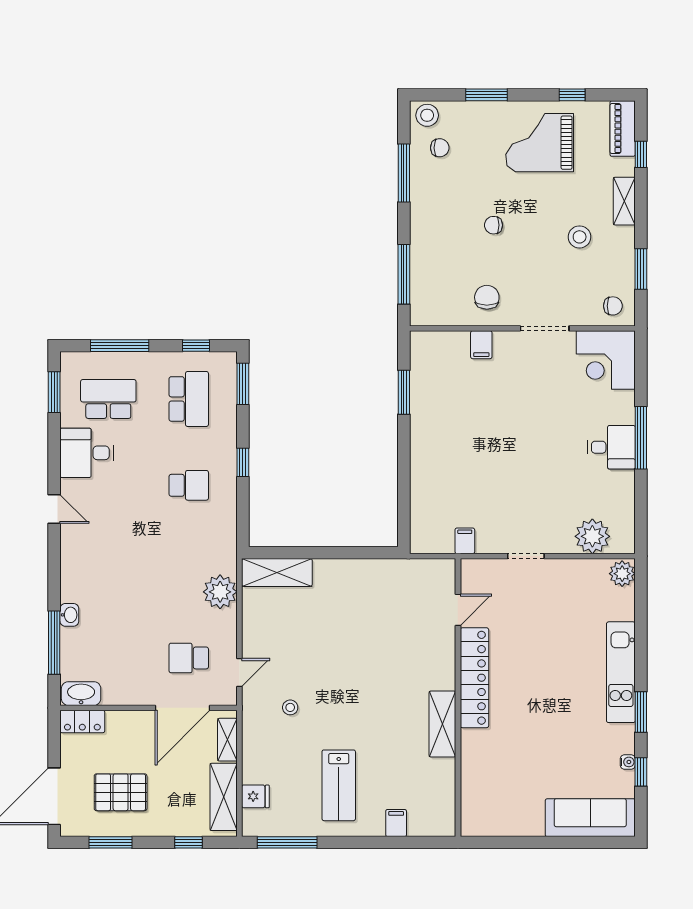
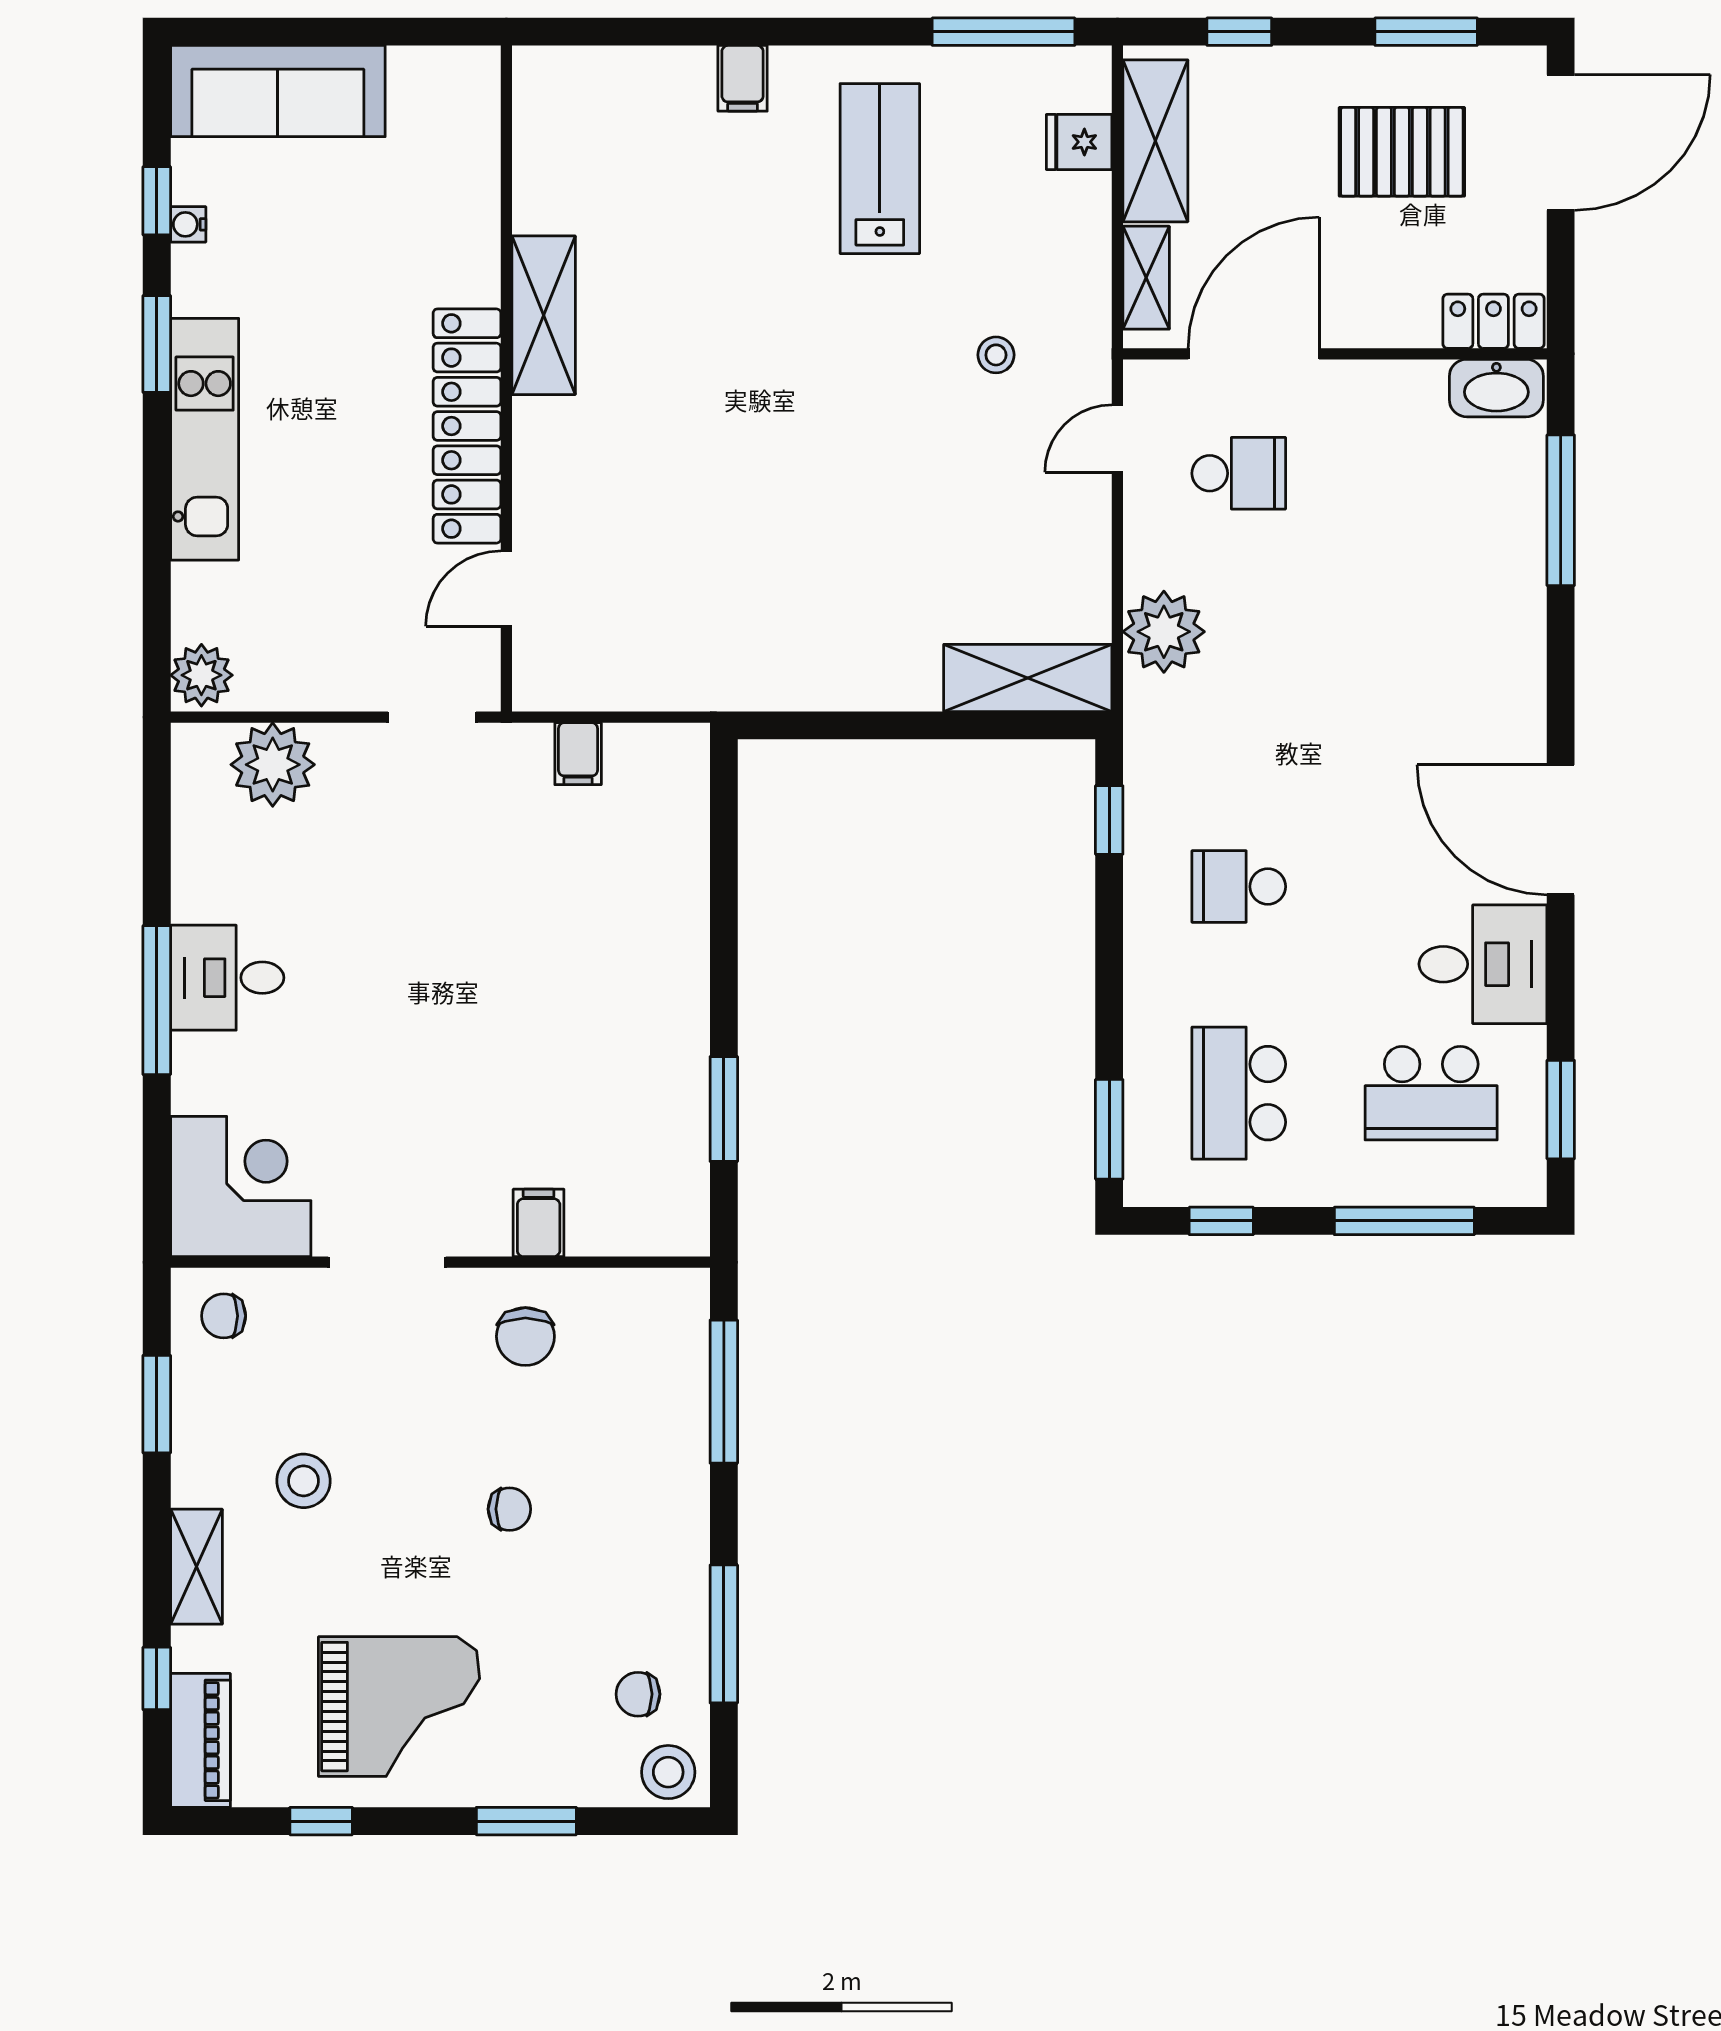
window: (243, 462) -> (1109, 820), moved
door: (54, 509) -> (1561, 830), width x1.88
door: (458, 610) -> (506, 589), moved
washbasin: (69, 615) -> (1525, 576), removed
locker: (474, 678) -> (467, 426), moved
wall: (458, 698) -> (506, 379), moved
shelving: (442, 724) -> (544, 315), moved

